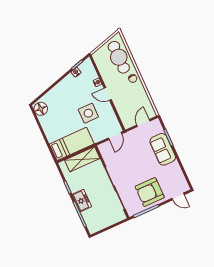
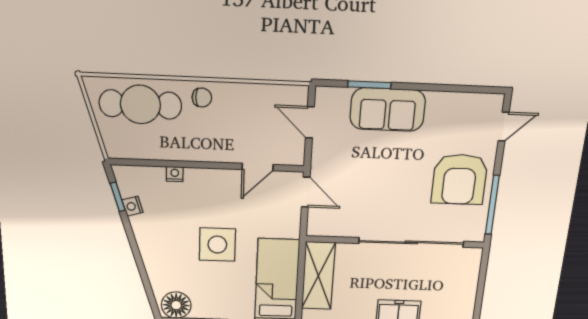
door: (108, 94) -> (258, 167), moved
side table: (88, 113) -> (217, 245), moved

